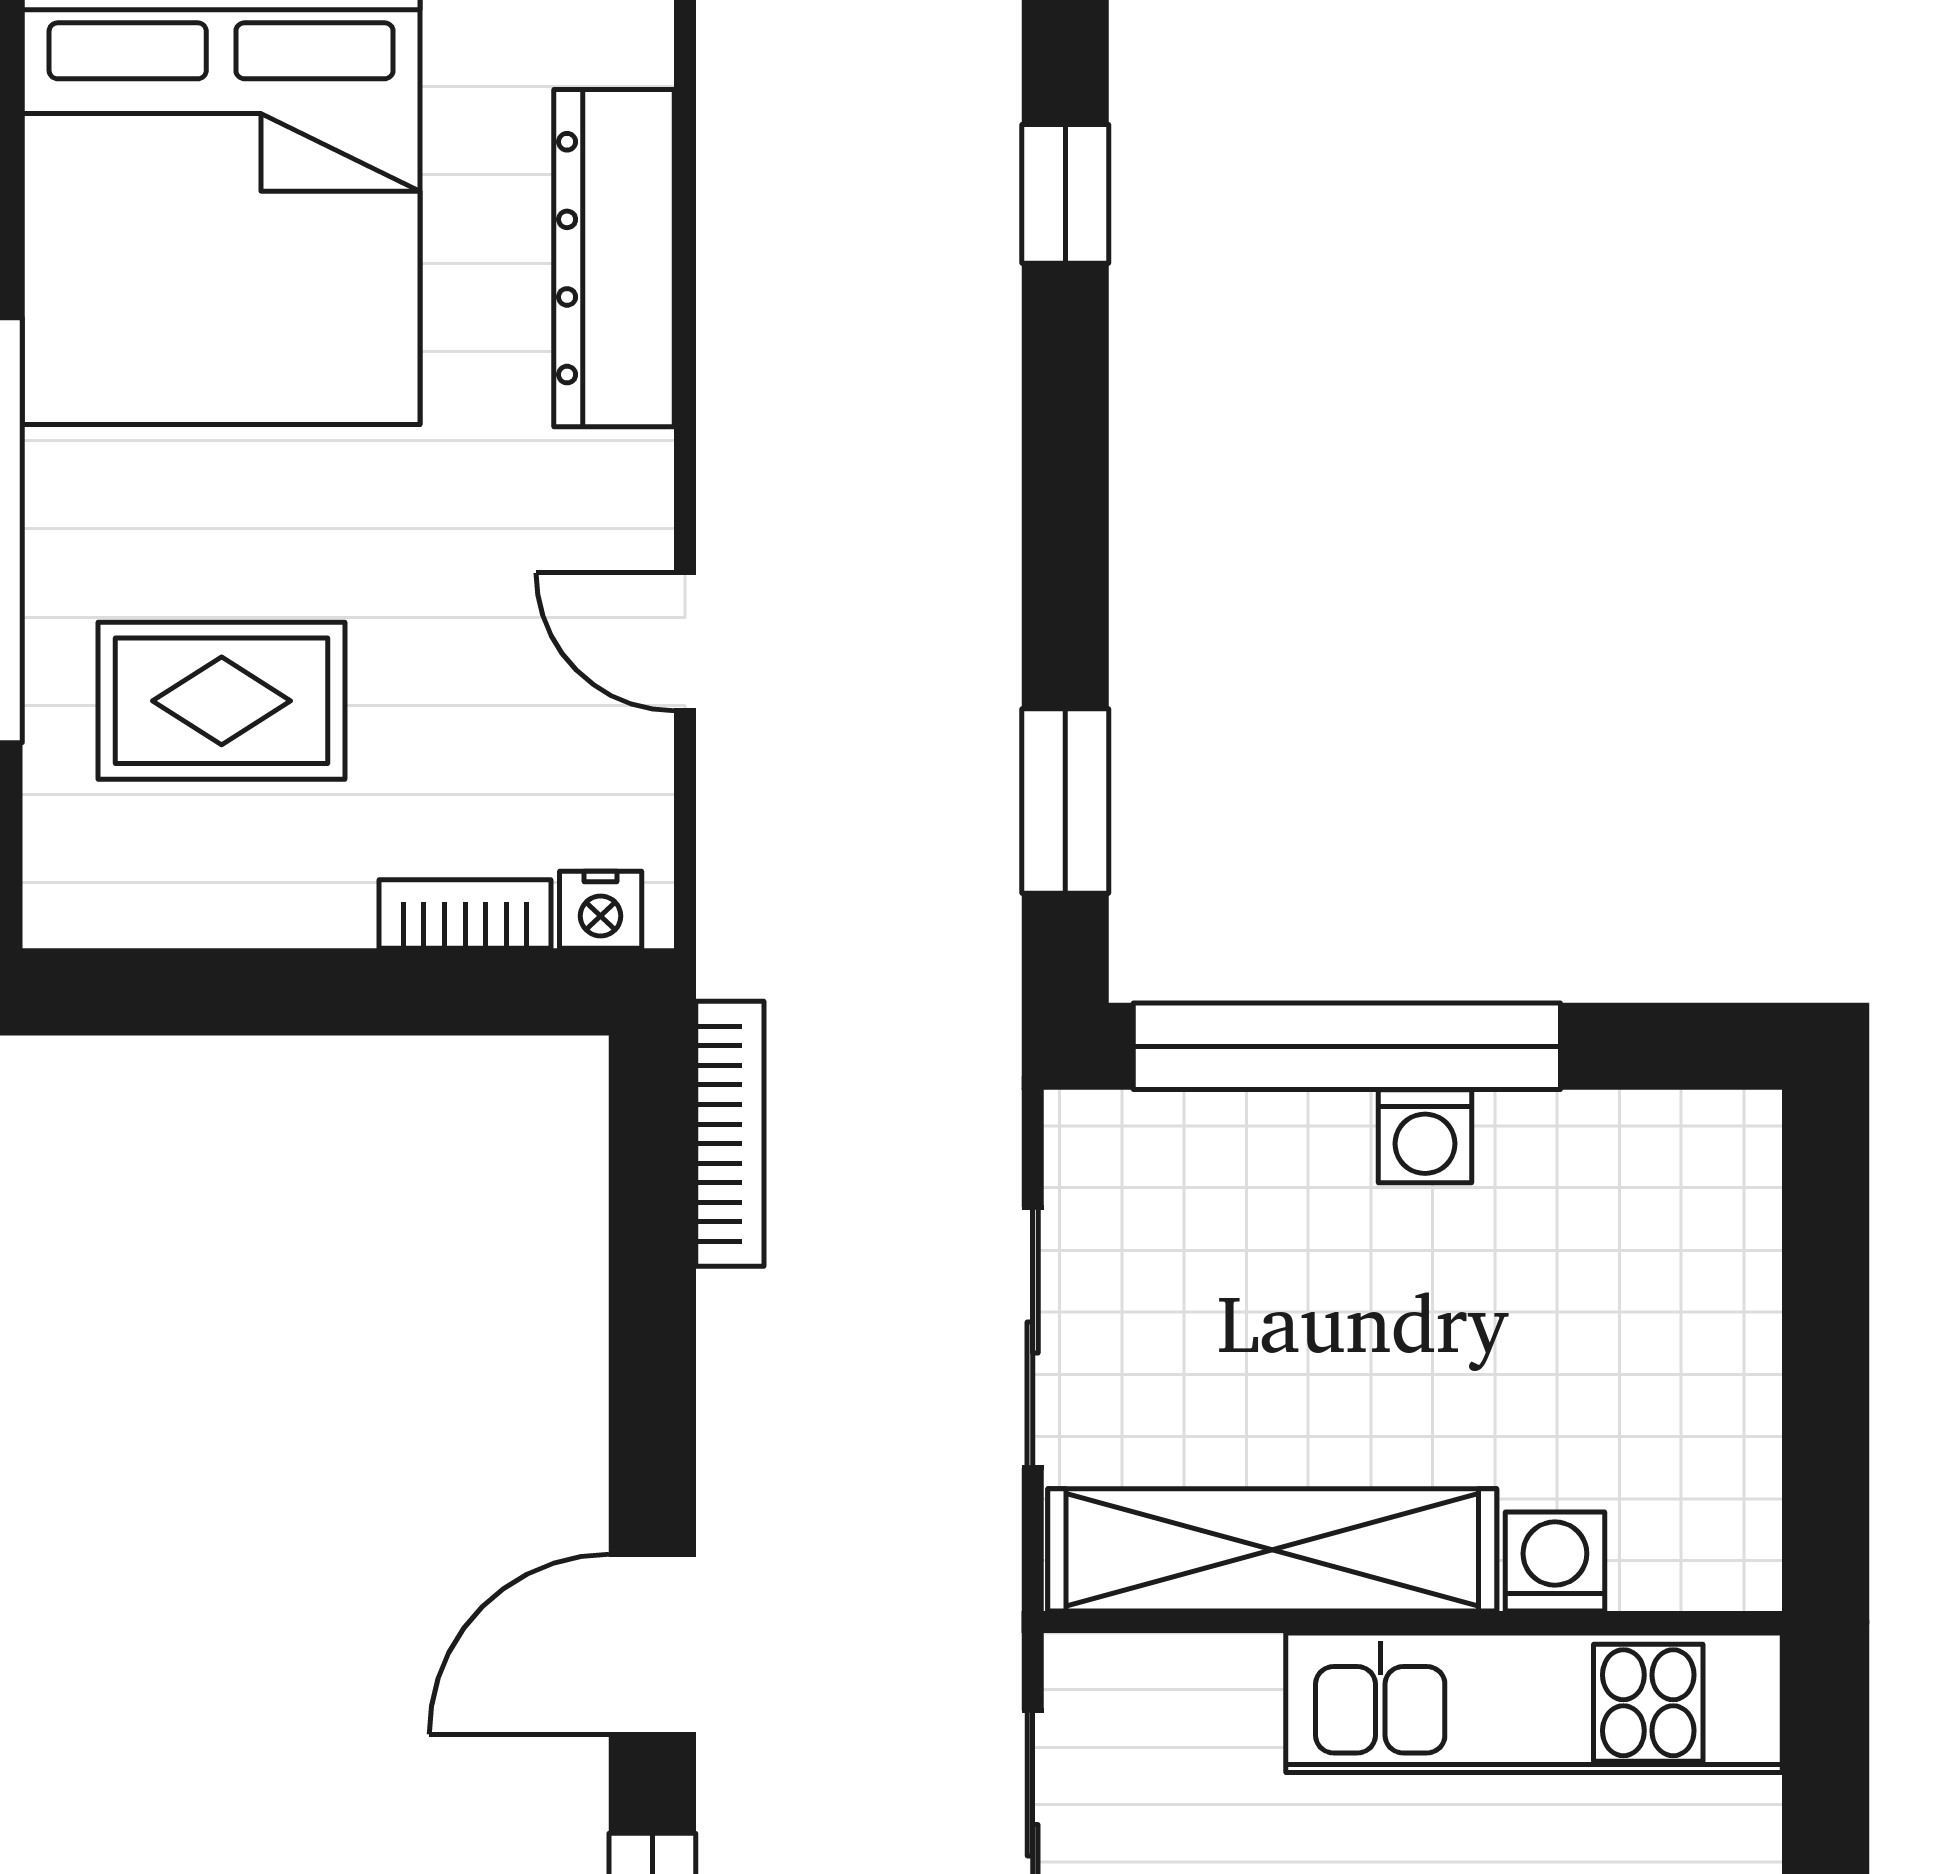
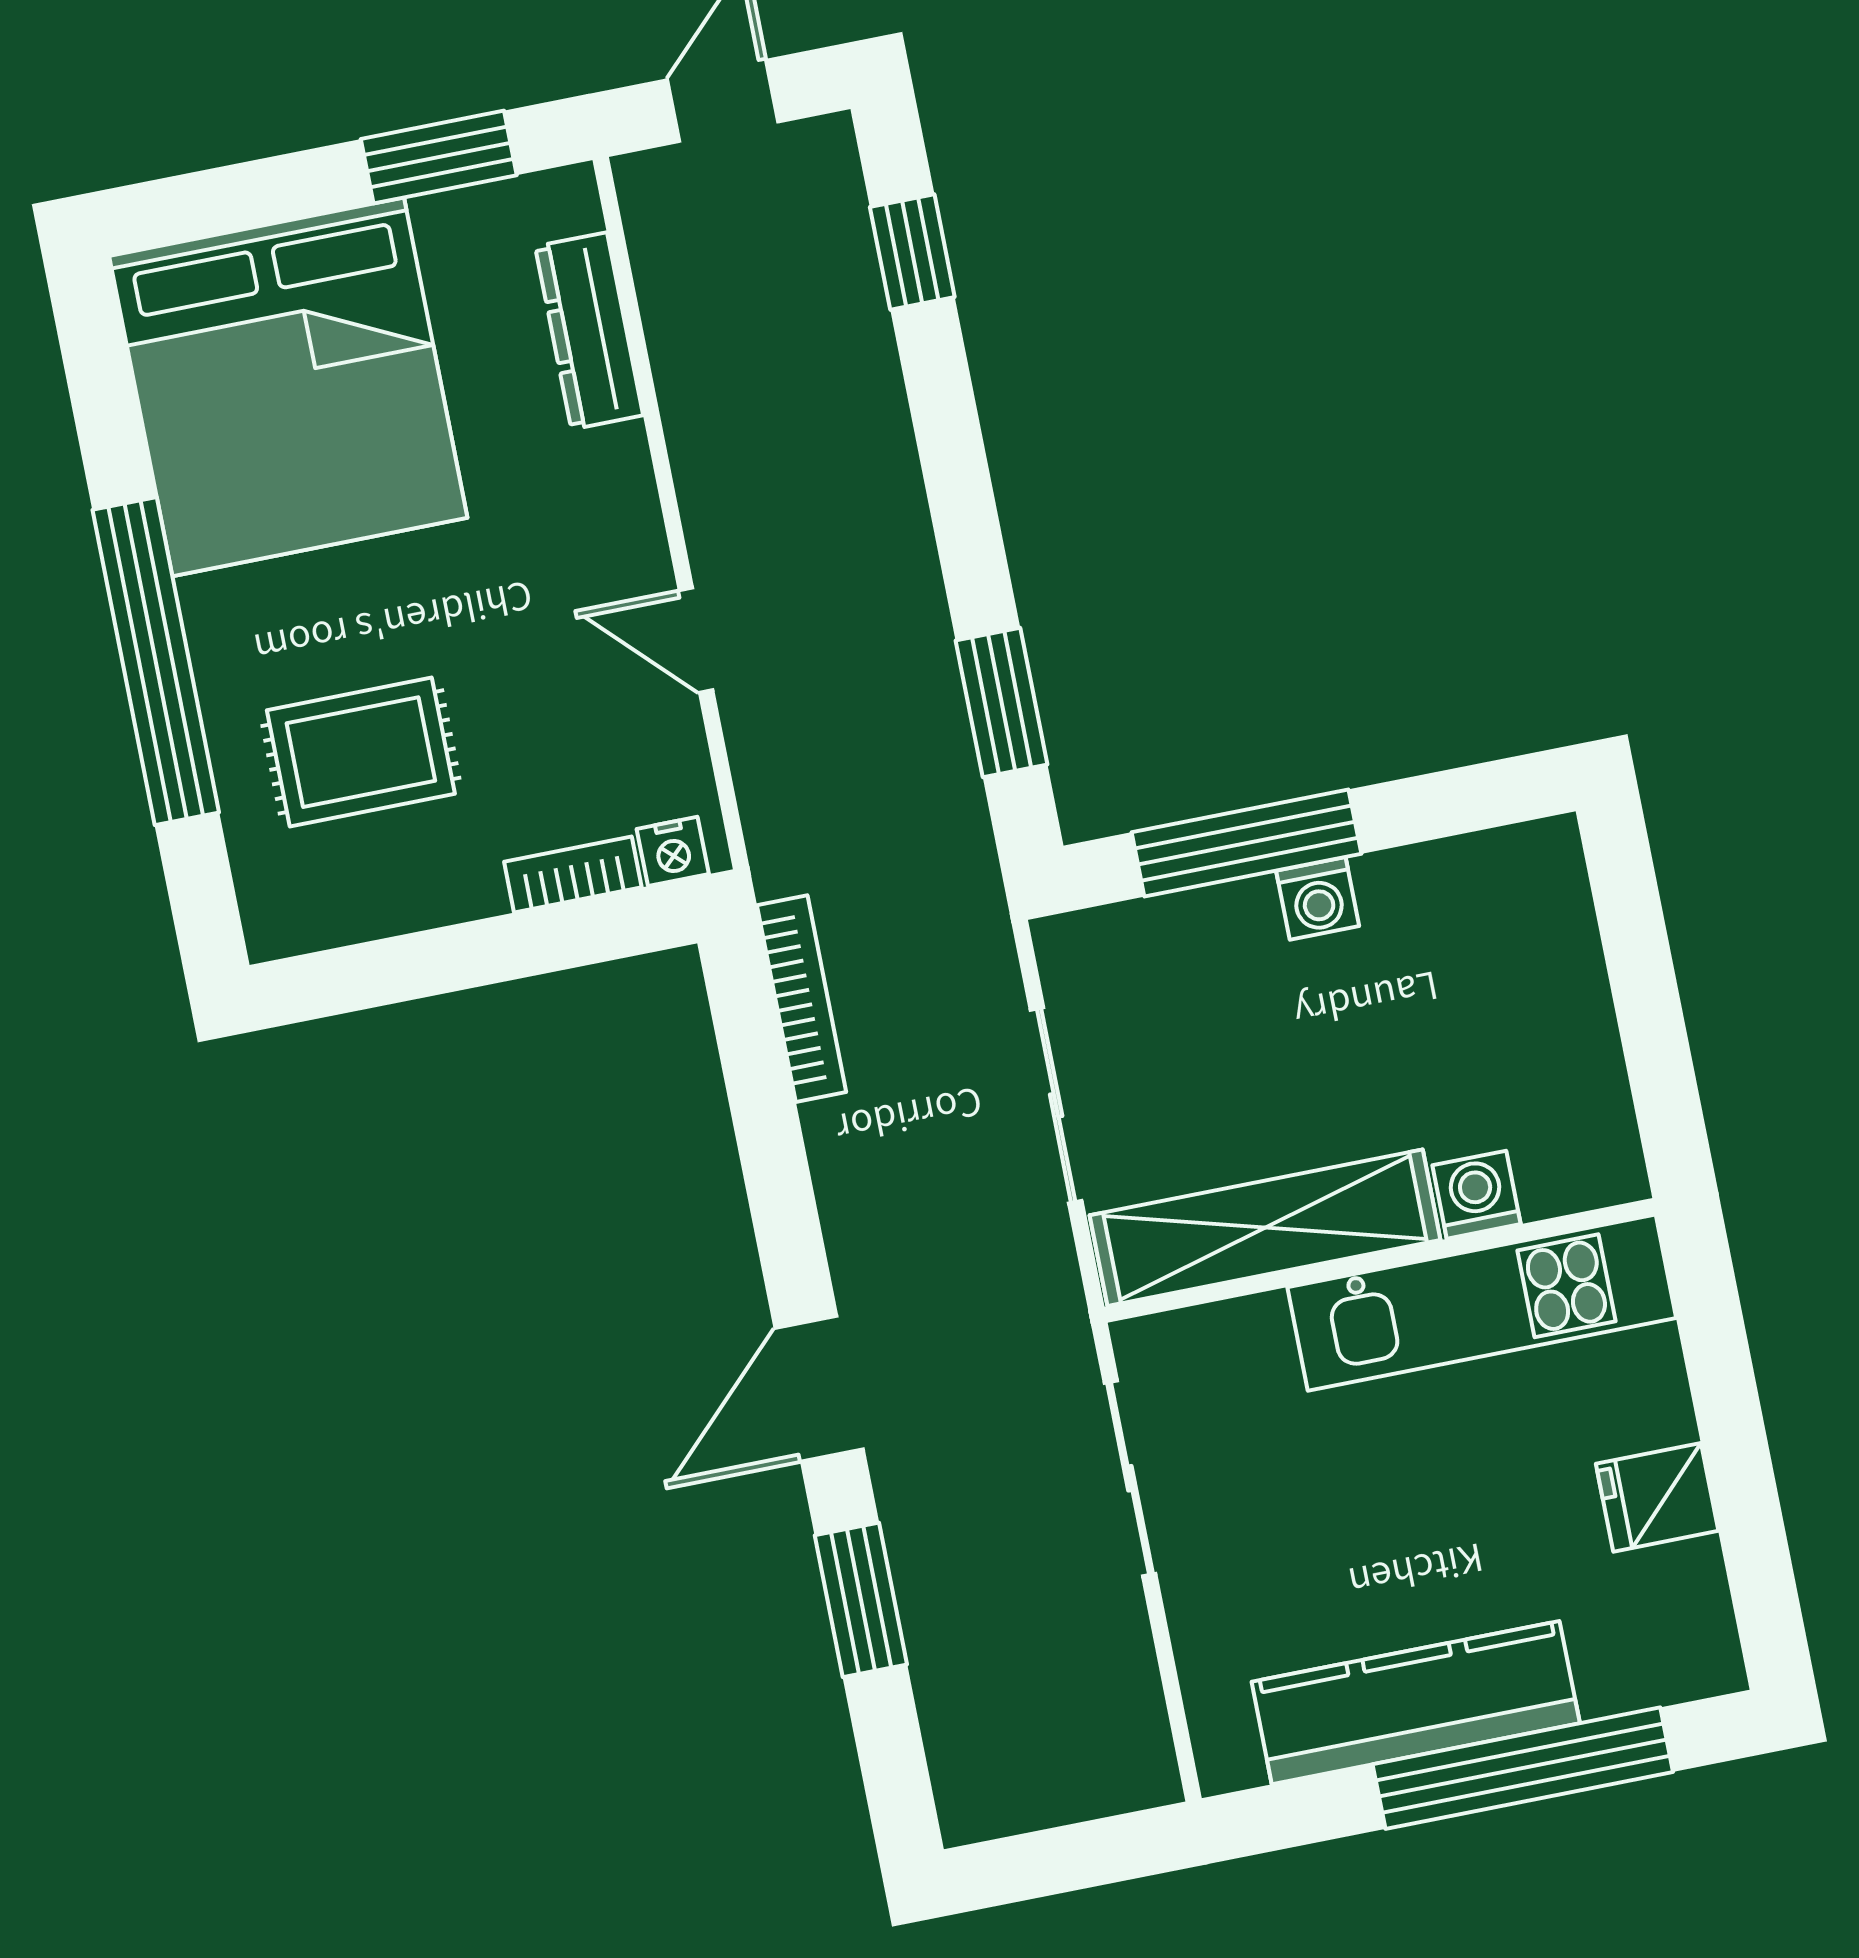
dresser: (614, 258) -> (589, 331), width x0.73, depth x0.80
window: (1347, 1046) -> (1246, 843), width x0.68

